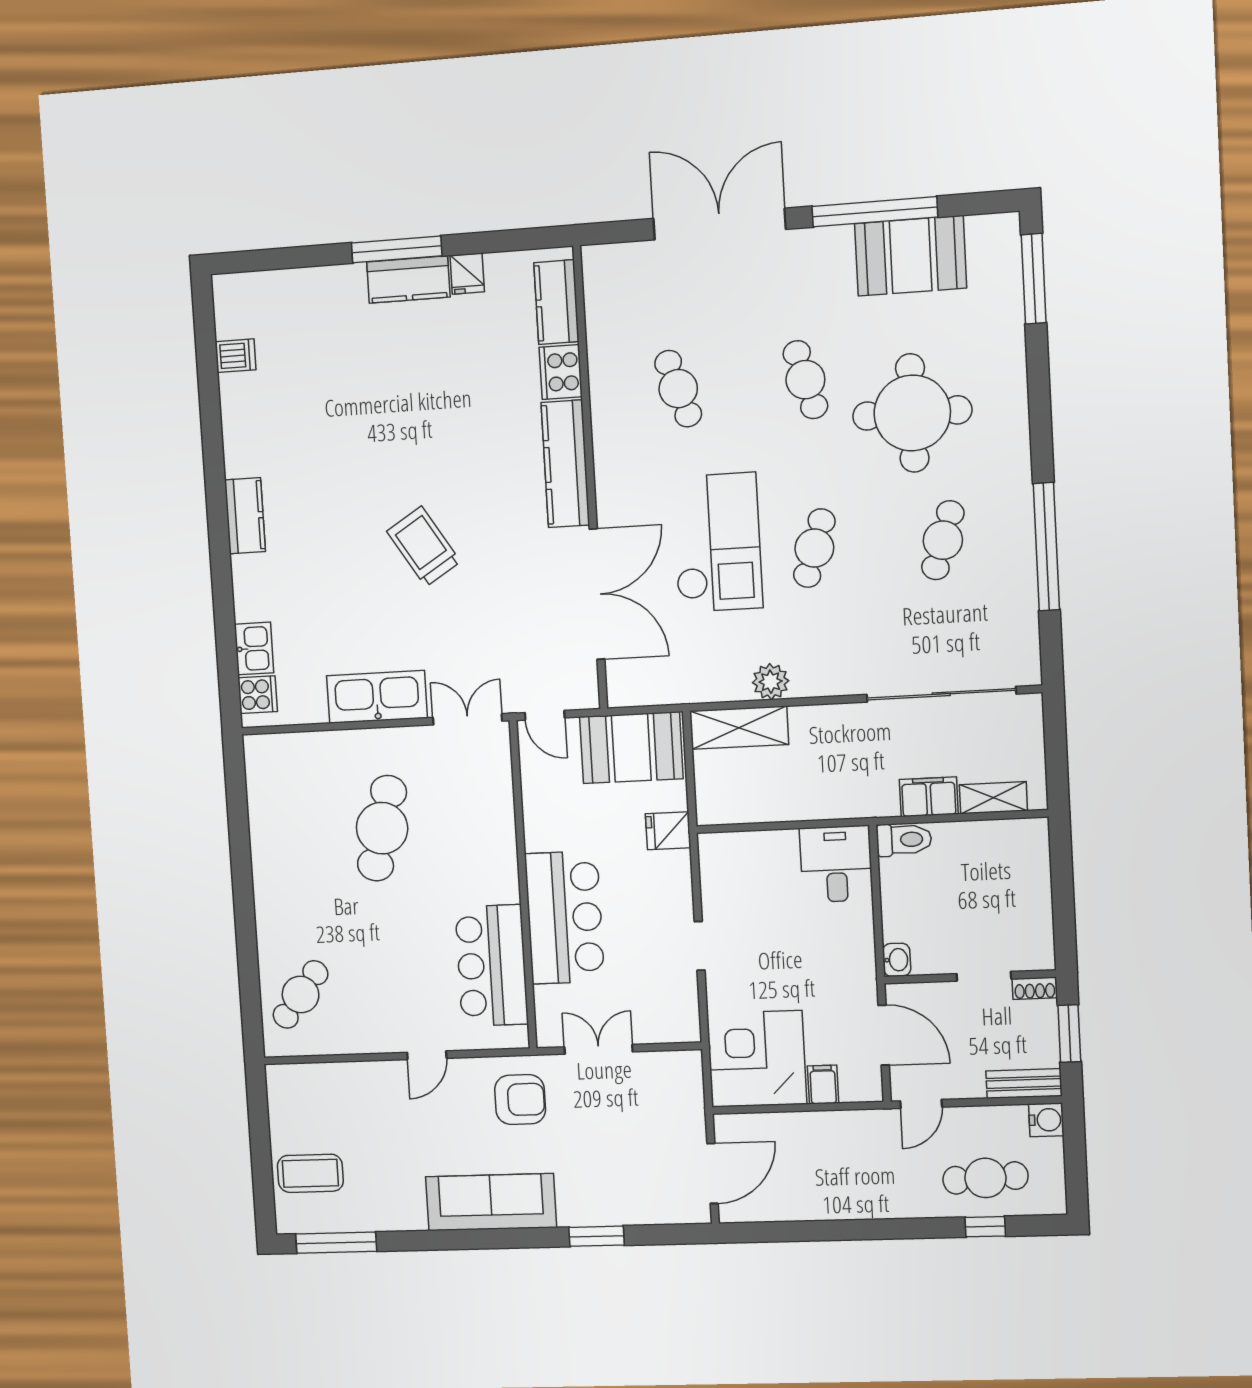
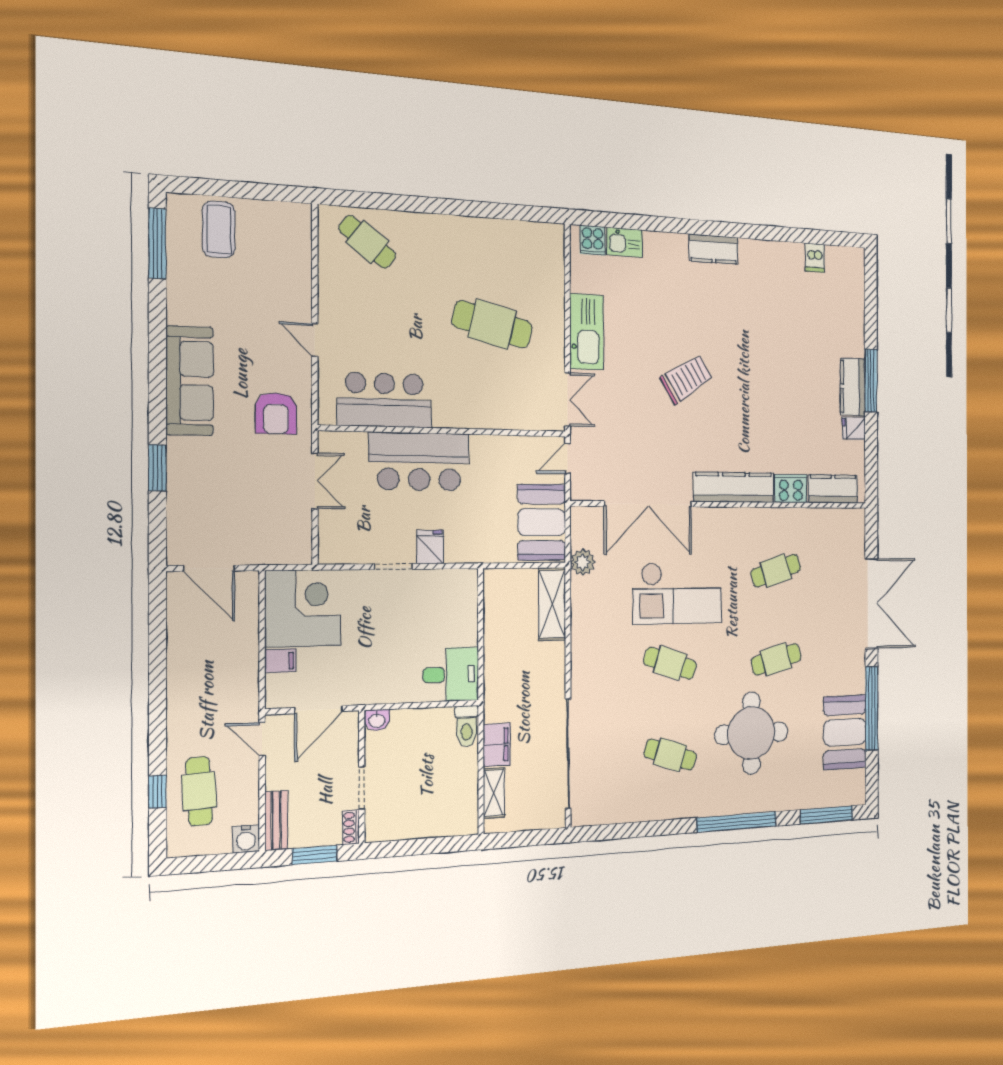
window: (1046, 547) -> (737, 822), moved
plant: (771, 682) -> (583, 562), moved
fridge: (668, 831) -> (430, 547), moved

